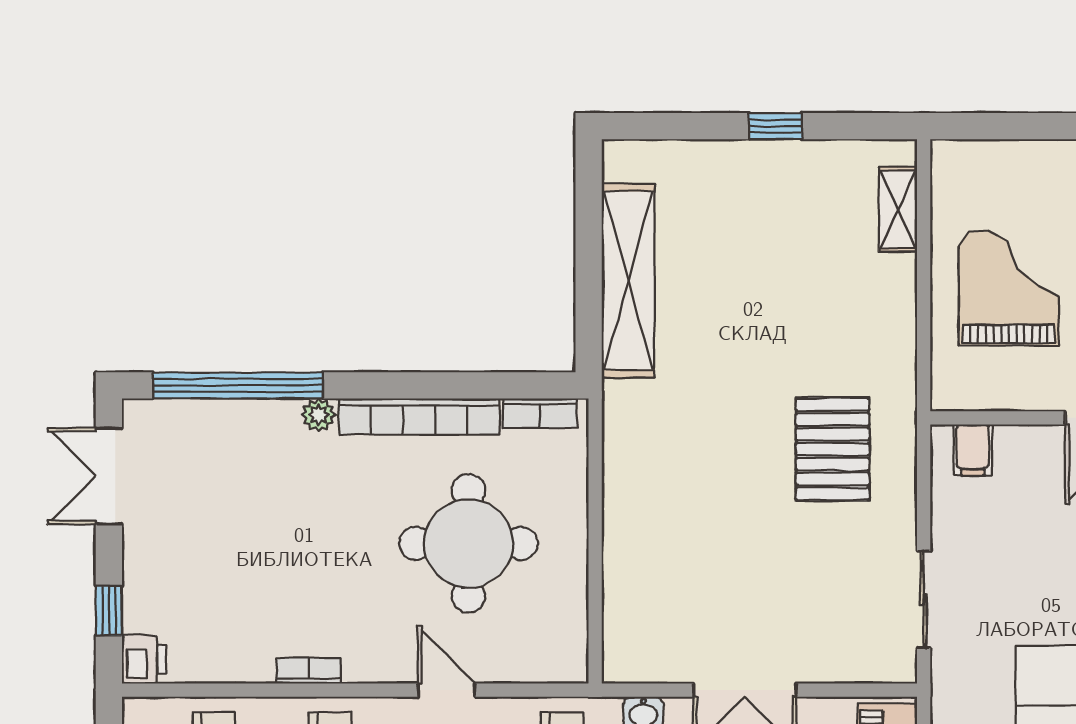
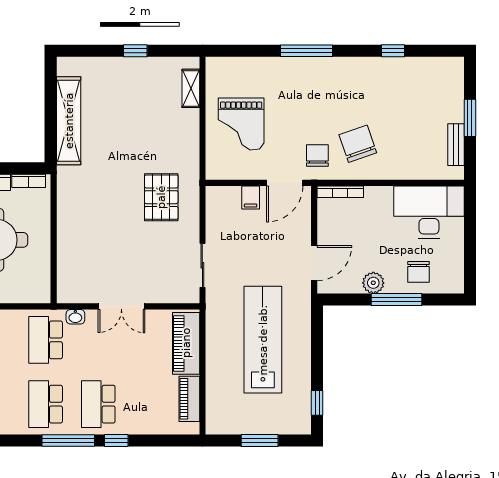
grand piano: (1009, 288) -> (241, 124), turned 180
filing cabinet: (973, 450) -> (251, 197), moved

